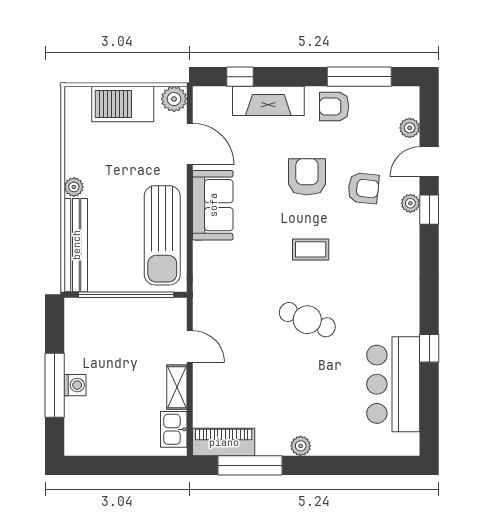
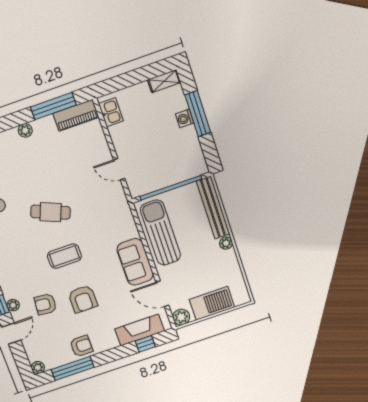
fireplace: (268, 101) -> (140, 330), moved
plant: (410, 128) -> (38, 367), moved
coffee table: (311, 249) -> (64, 256), width x1.36, depth x1.30
shelving: (177, 387) -> (164, 81), moved, turned 90

